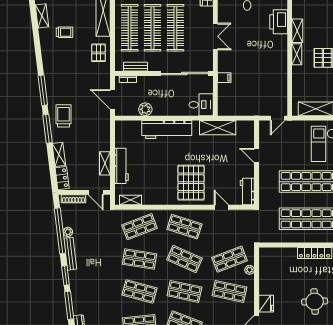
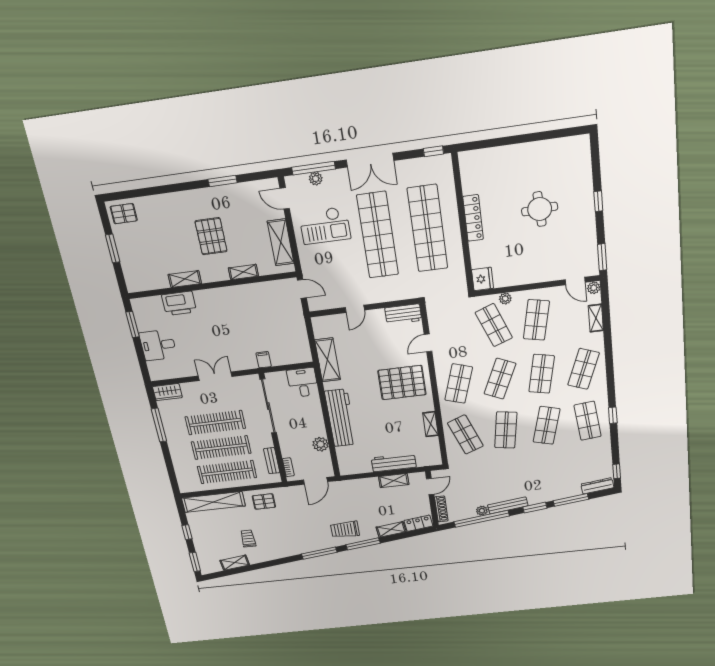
shelving: (297, 54) -> (243, 272), moved
shelving: (131, 200) -> (430, 424), moved
fridge: (266, 304) -> (482, 279), moved, turned 90

